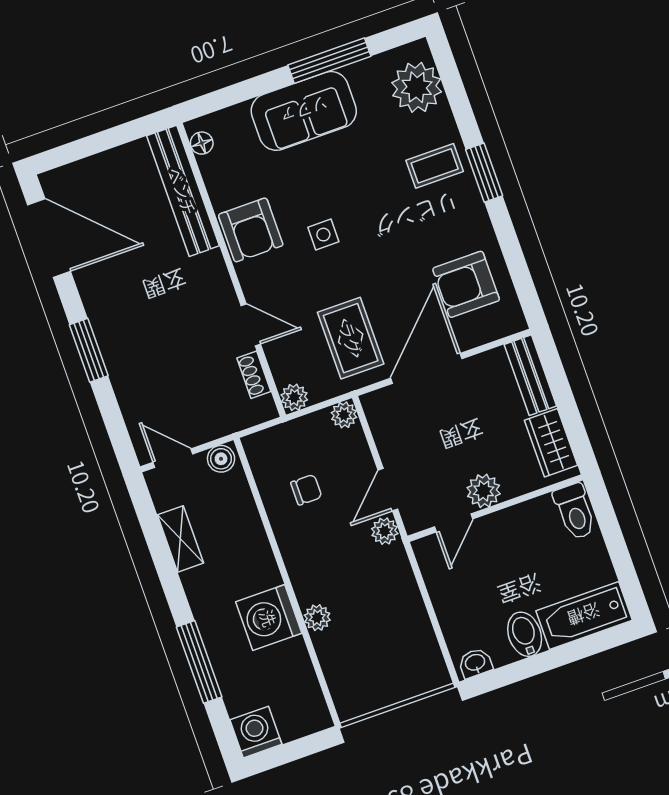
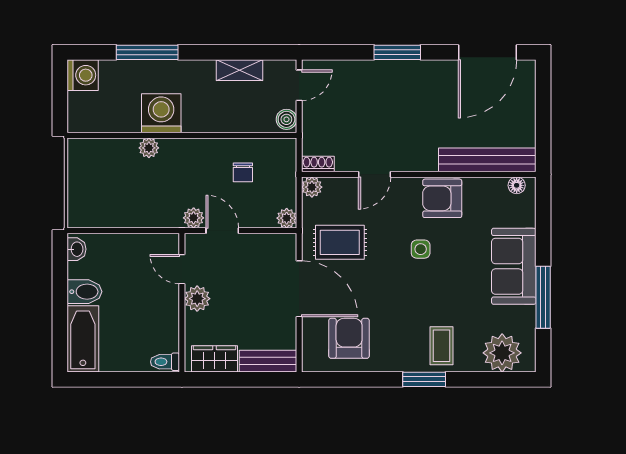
shoe rack: (254, 375) -> (318, 164), moved
toilet: (575, 511) -> (165, 362), width x0.73, depth x0.72

